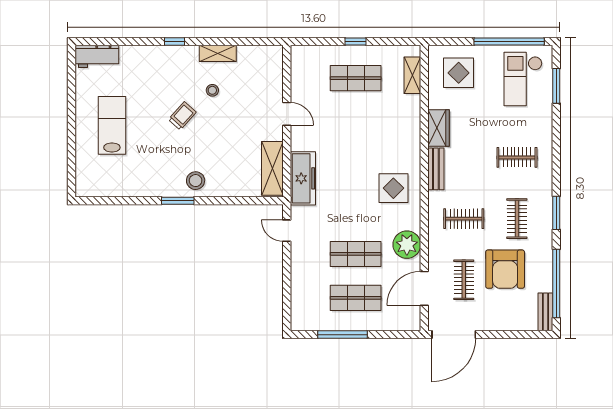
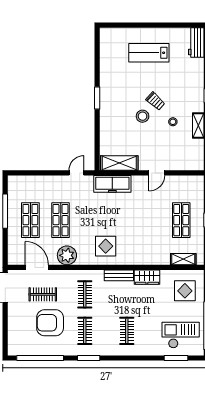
lab bench: (112, 125) -> (149, 53), turned 180
stool: (196, 181) -> (143, 116), moved
clothes rail: (517, 219) -> (85, 331), turned 90
bench: (545, 312) -> (21, 351), removed

